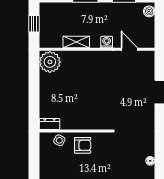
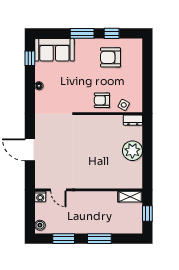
shelving: (76, 42) -> (130, 197), moved
washing machine: (107, 42) -> (40, 197), moved
plant: (50, 62) -> (132, 151), moved

